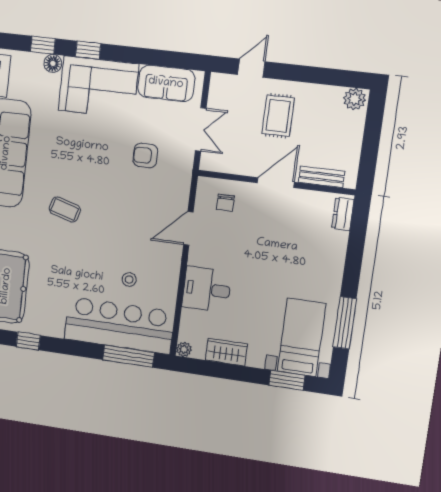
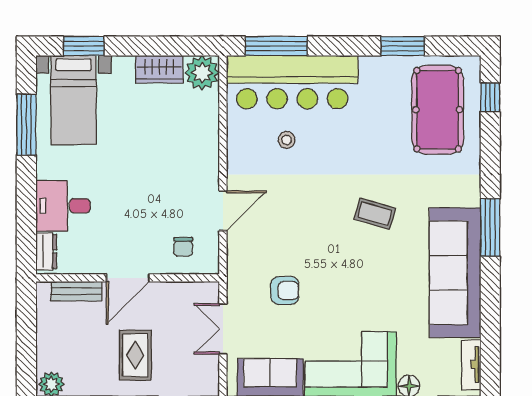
chair: (225, 203) -> (183, 247), turned 180
desk: (207, 289) -> (63, 206), moved, turned 180
window: (28, 341) -> (403, 46), width x1.50
plant: (184, 349) -> (202, 73), width x1.88, depth x1.88

